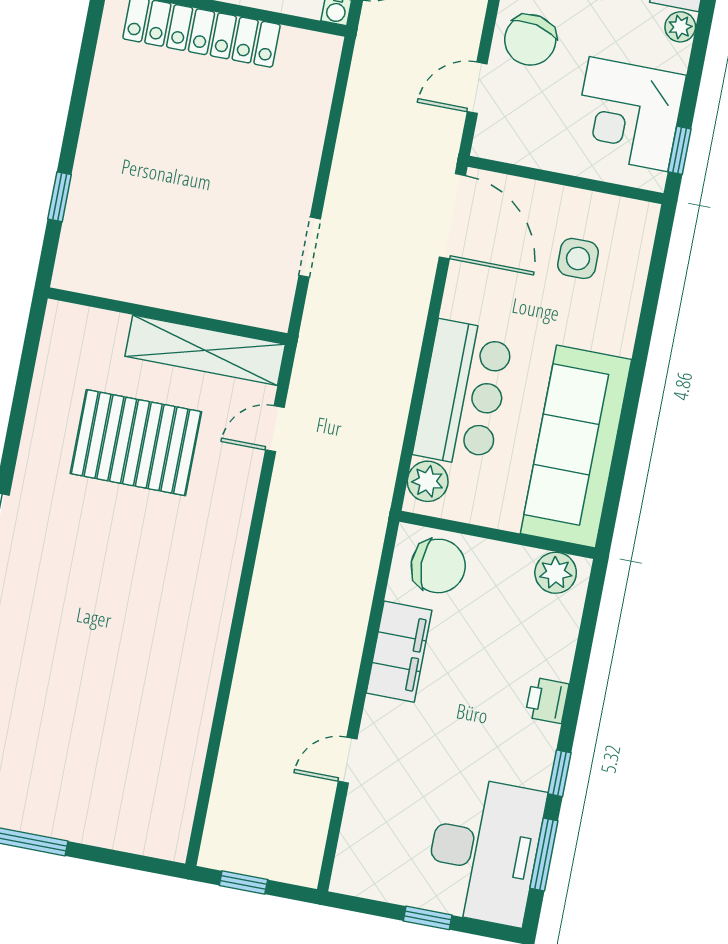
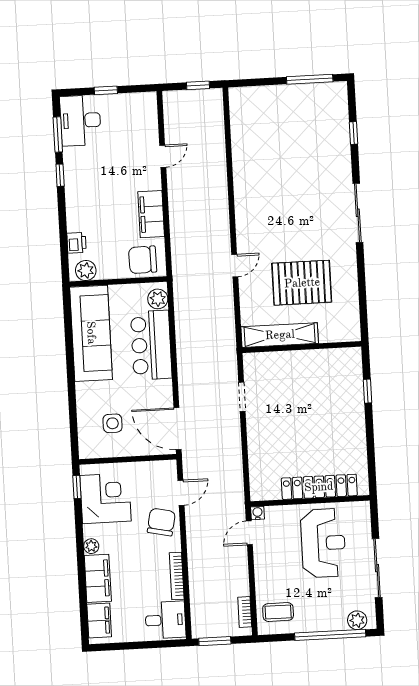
door: (275, 429) -> (235, 266), moved
printer: (547, 700) -> (77, 243), moved
desk: (484, 851) -> (80, 120), width x0.73, depth x0.77

